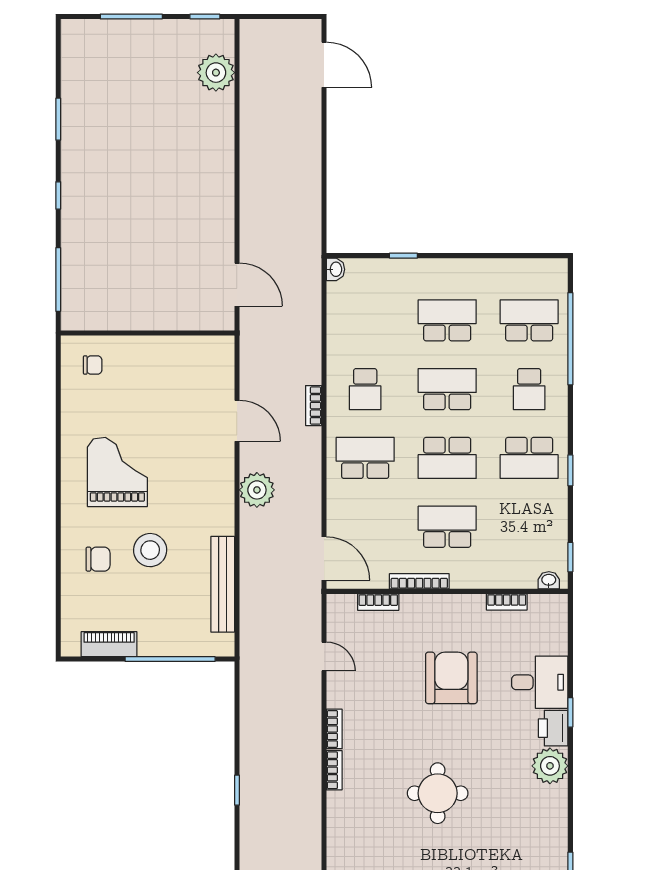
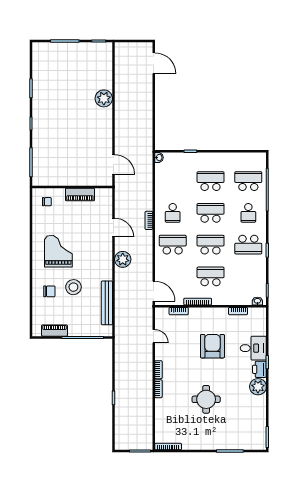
plant: (216, 73) -> (104, 98), moved
piano: (164, 349) -> (80, 195), added
school desk: (447, 458) -> (211, 245), turned 180

